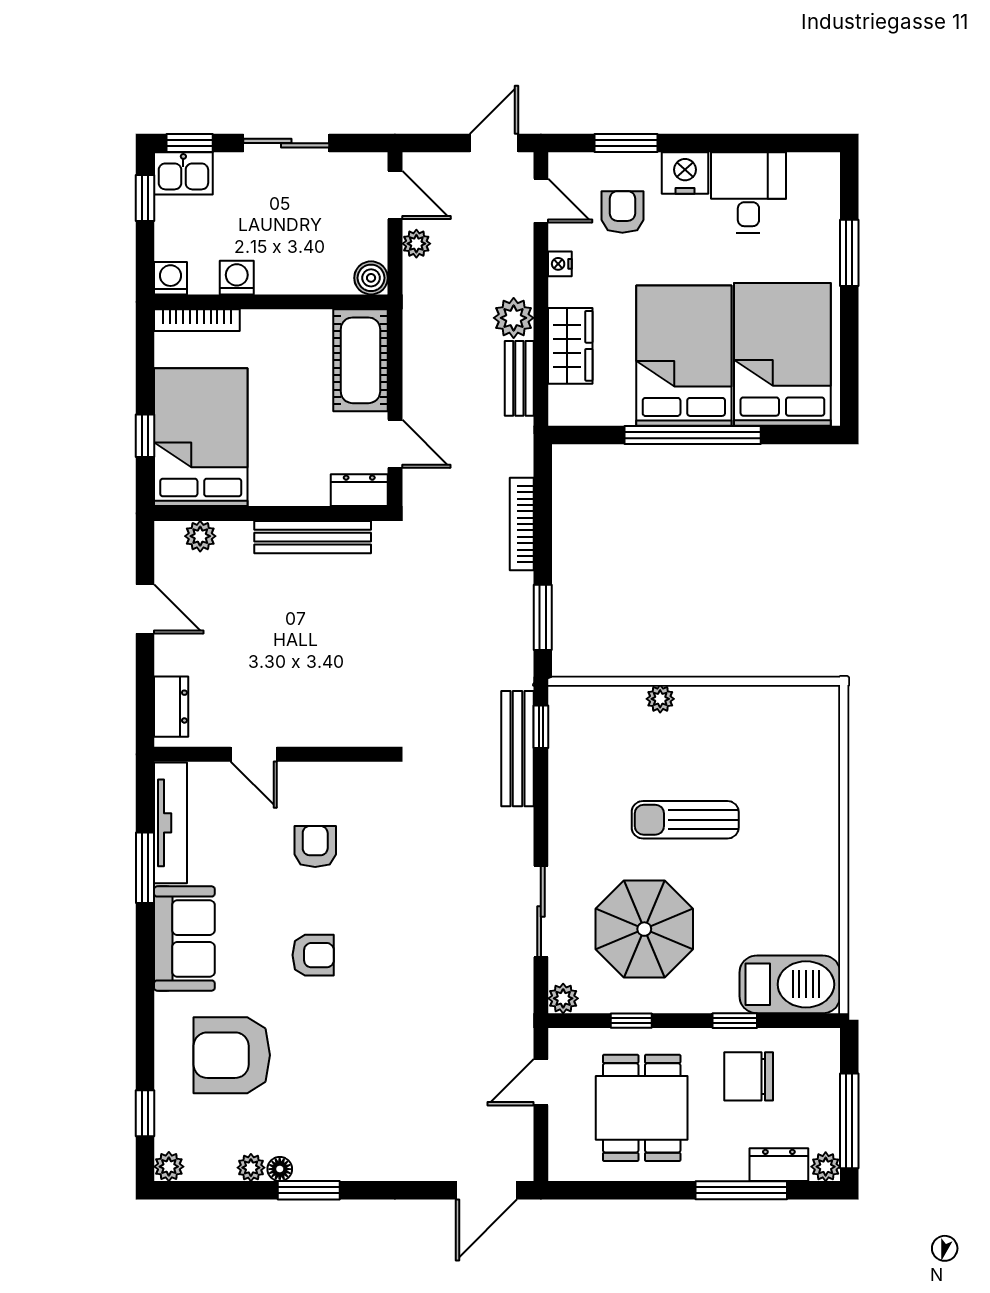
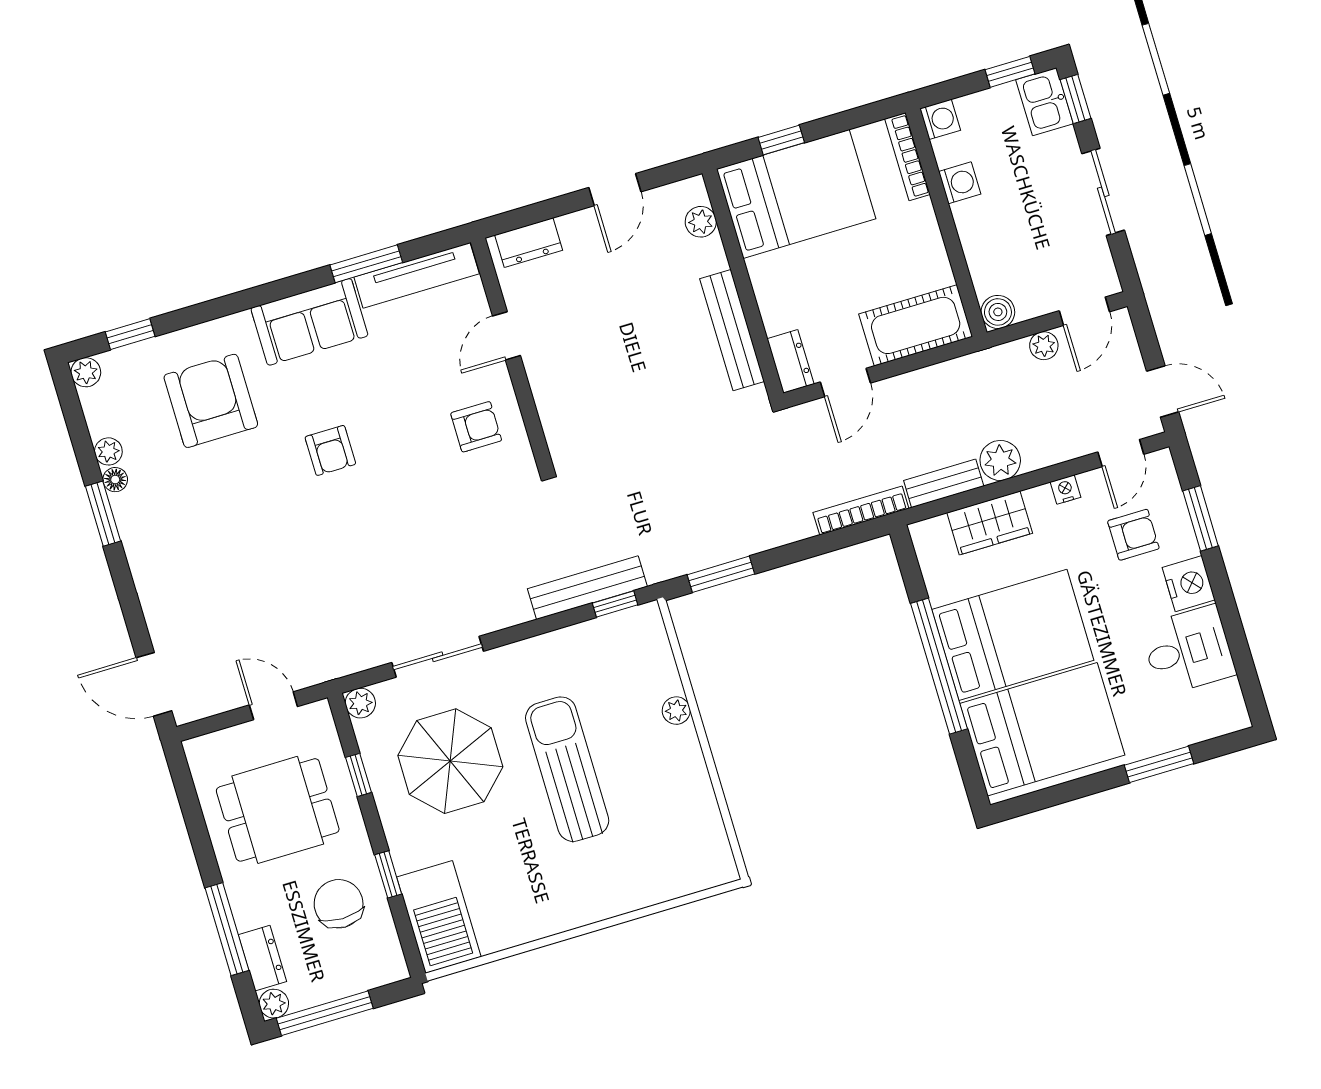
bookcase: (522, 524) -> (861, 511), moved
sun lounger: (685, 820) -> (567, 769), width x1.36, depth x1.34
armchair: (315, 846) -> (476, 427), moved

